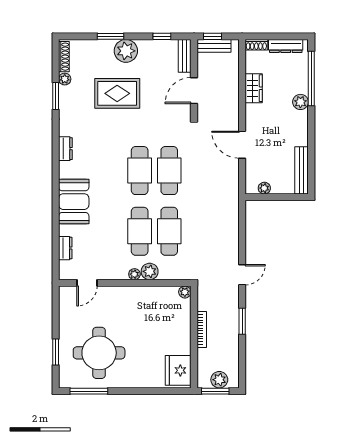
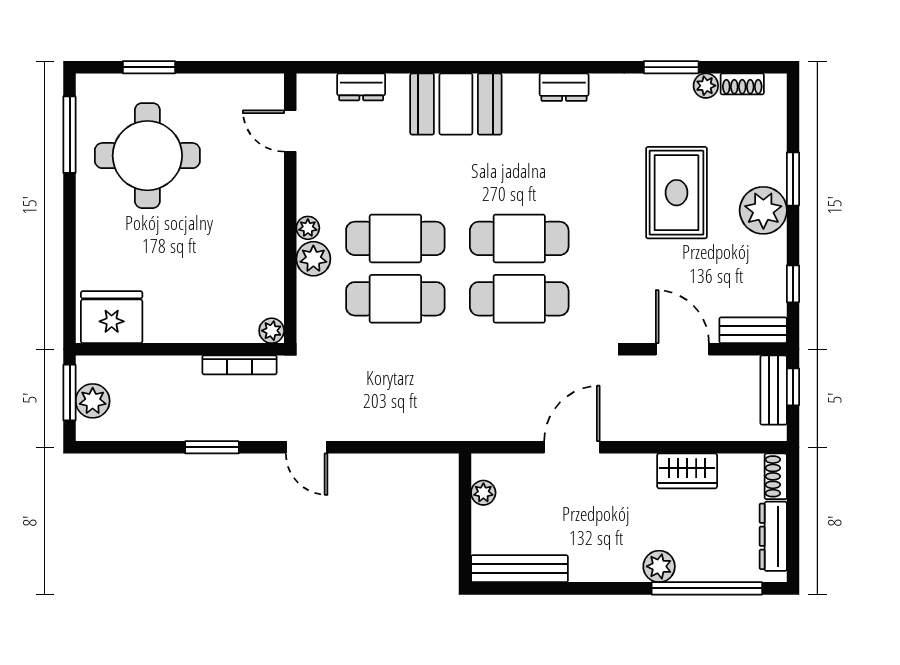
shoe rack: (64, 57) -> (742, 84), width x0.70
bookcase: (202, 330) -> (239, 365), moved

